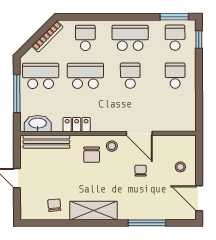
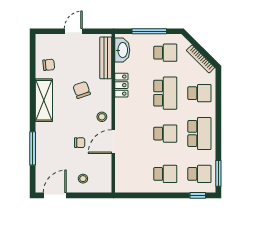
school desk: (41, 76) -> (165, 53), width x0.54
chair: (92, 155) -> (82, 90), moved, turned 71

